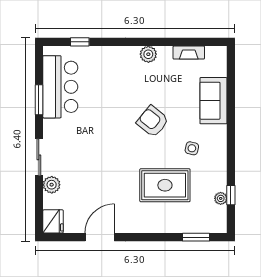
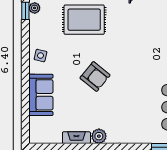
fireplace: (189, 53) -> (76, 138), moved
side table: (192, 148) -> (41, 56), moved

